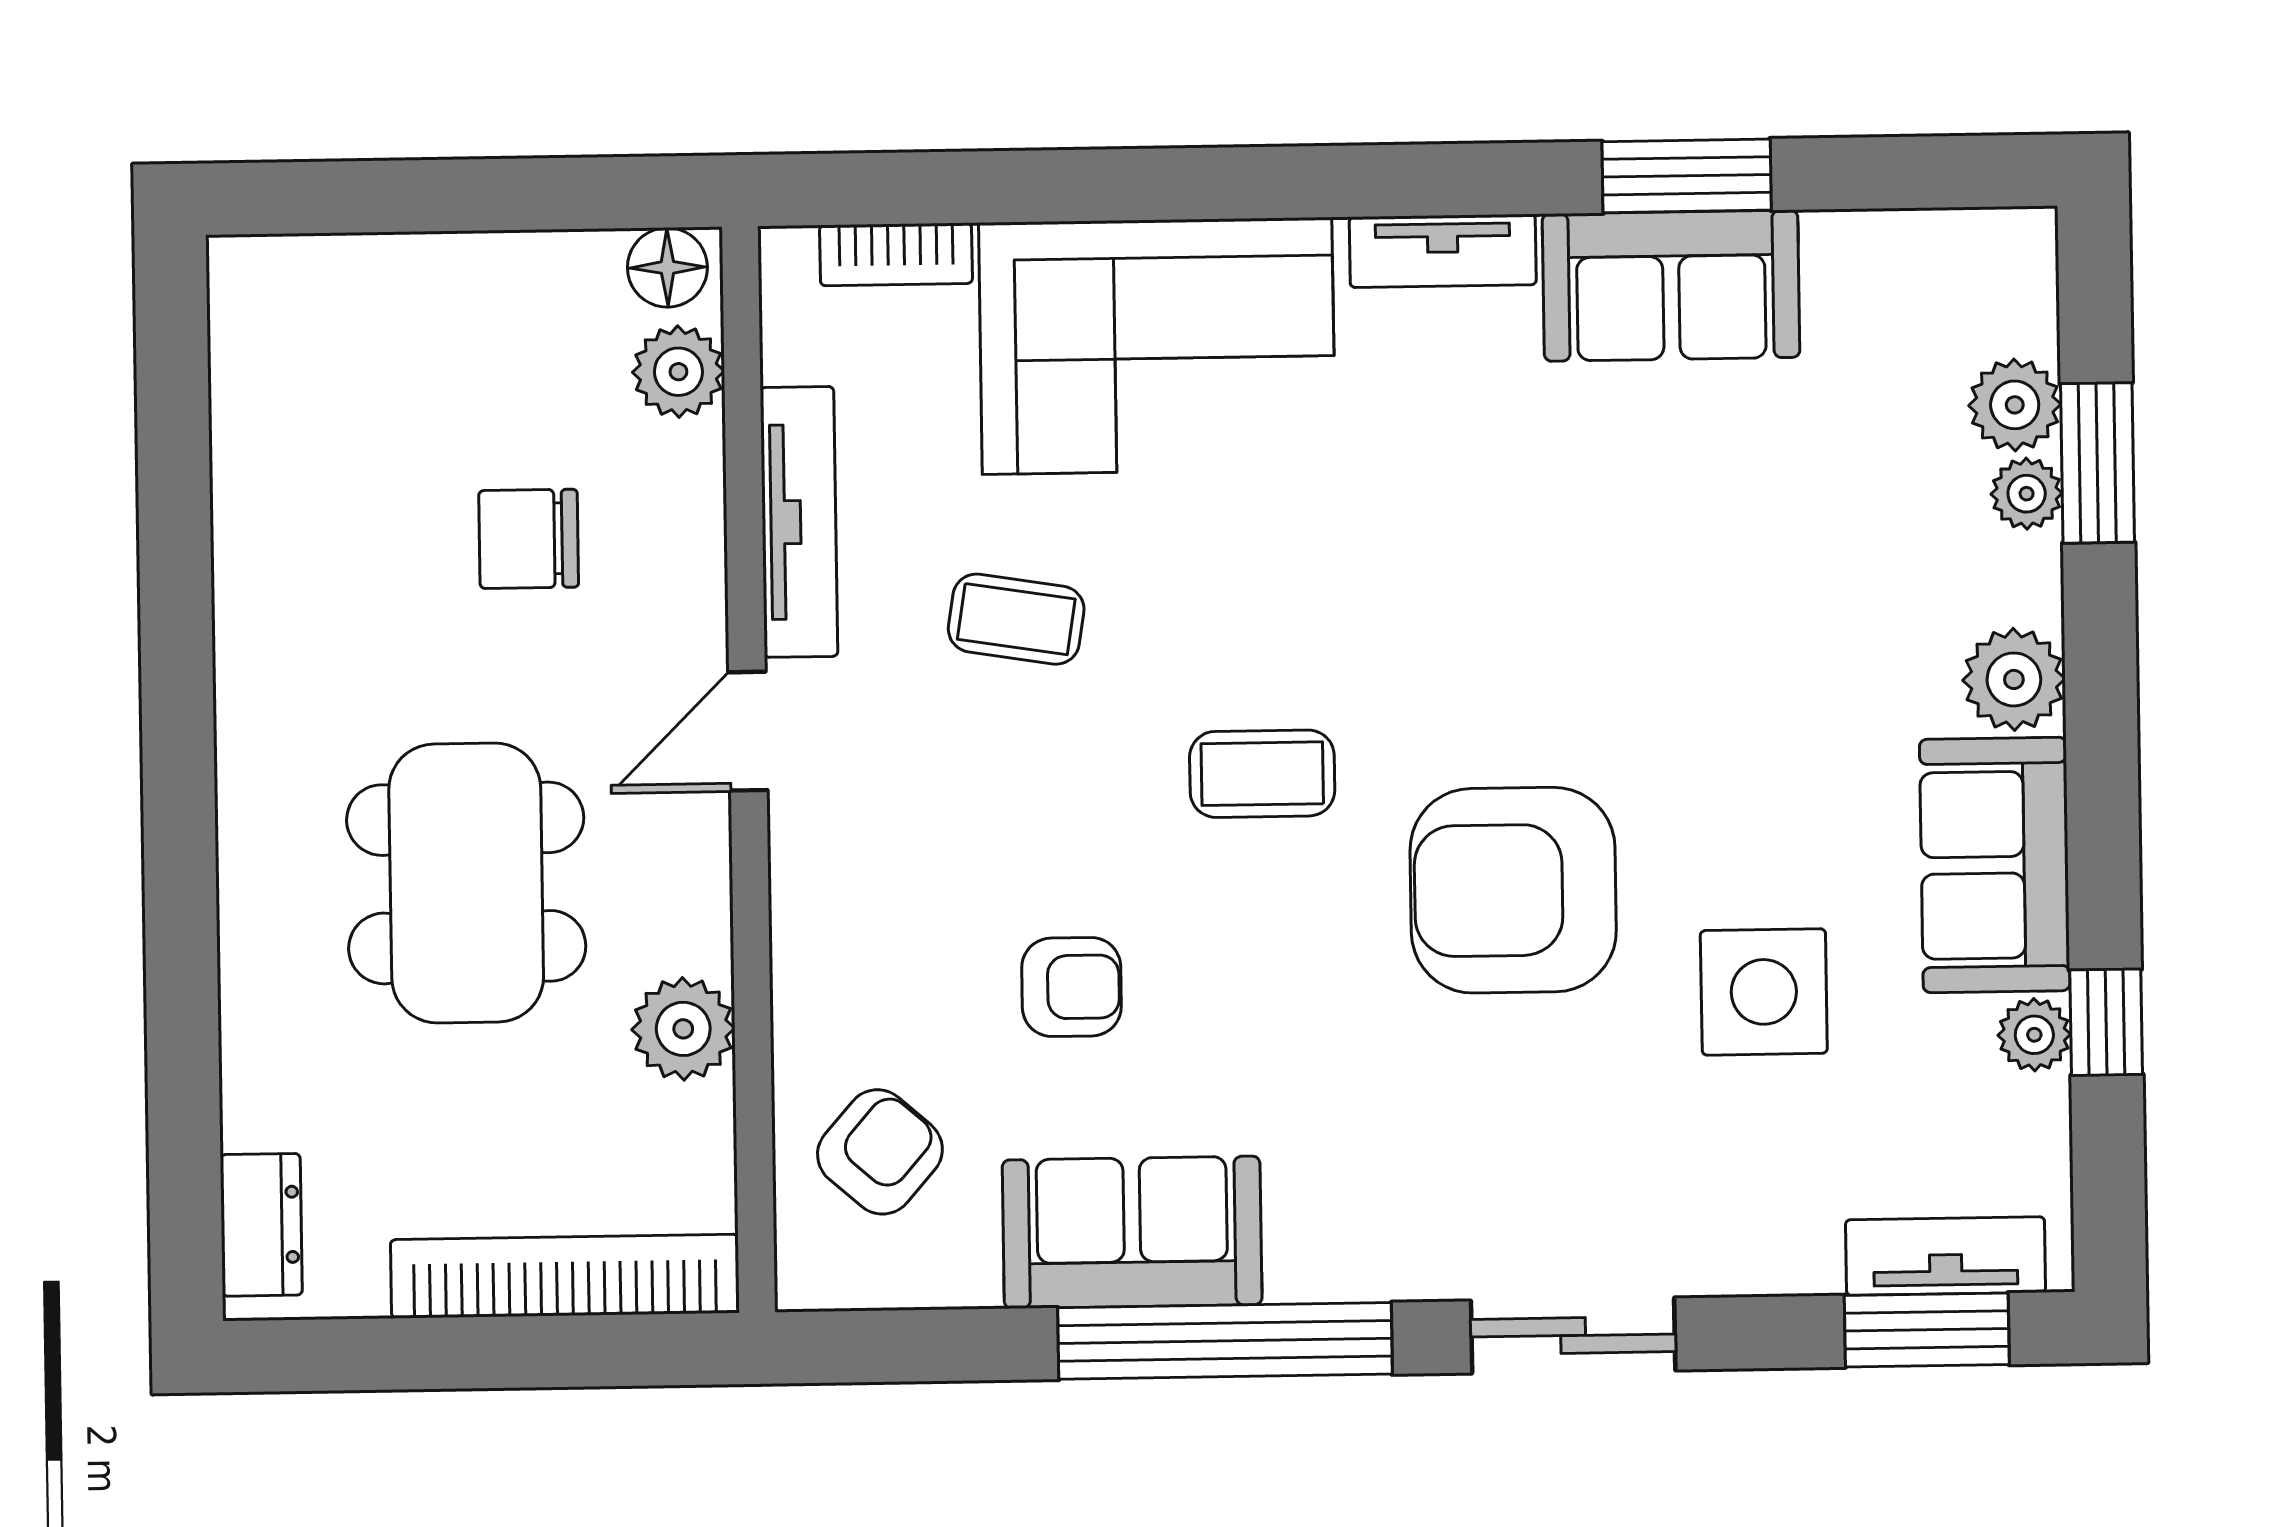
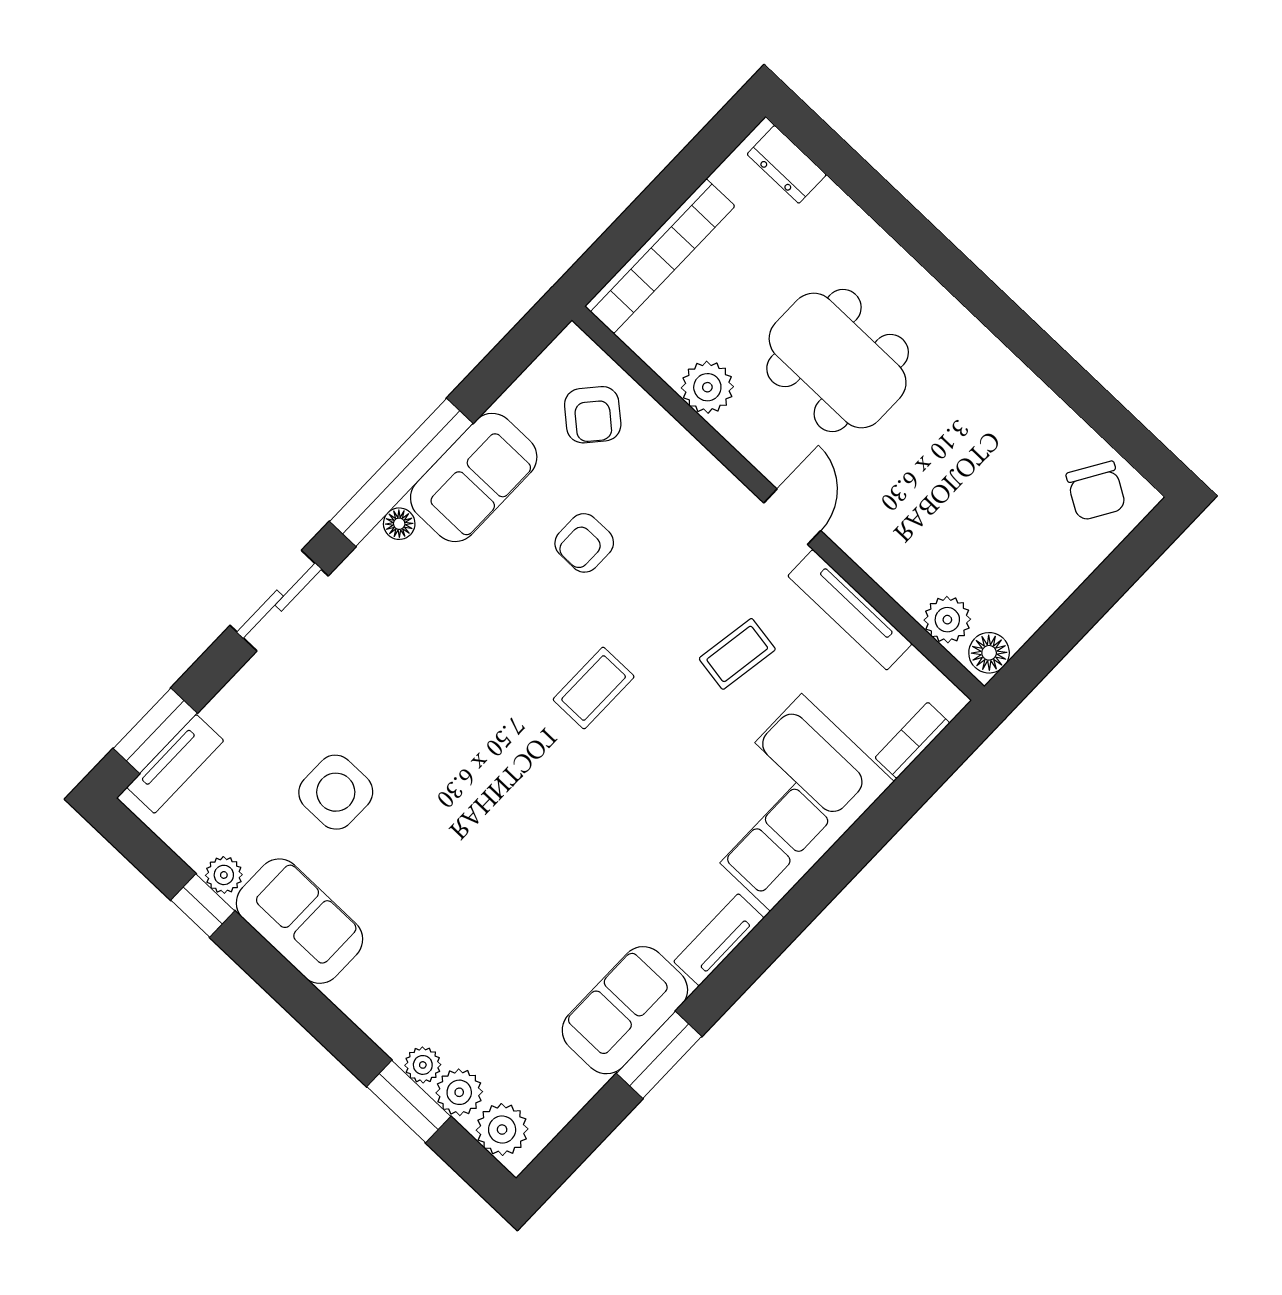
chair: (529, 539) -> (1096, 491), moved, turned 121
plant: (2014, 679) -> (502, 1130), moved
armchair: (1513, 890) -> (462, 738), removed
floor lamp: (1300, 1273) -> (399, 524), added

